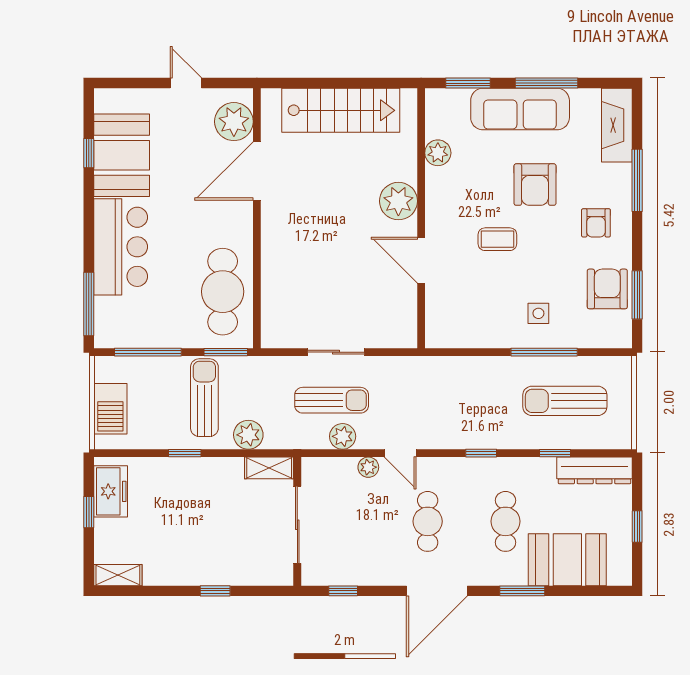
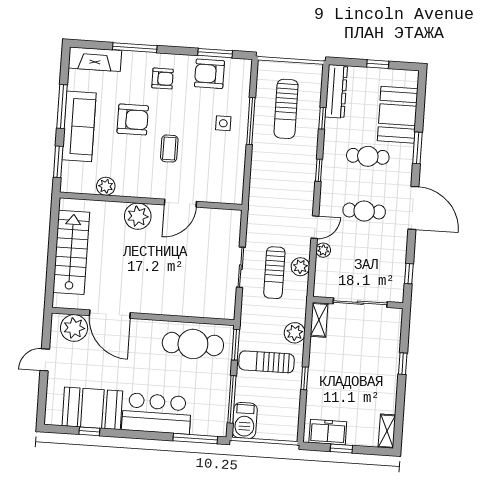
sun lounger: (332, 400) -> (274, 273), turned 180
barbecue: (110, 409) -> (245, 420), moved, turned 90

